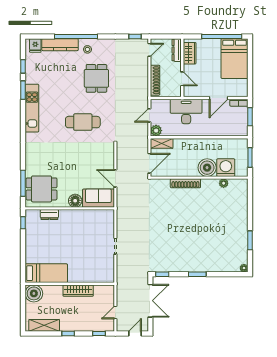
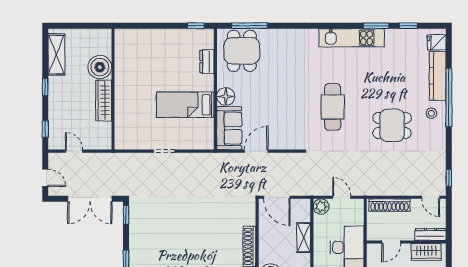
shelving: (162, 143) -> (304, 238), moved
bed: (46, 273) -> (185, 105), moved, turned 90
boiler: (34, 293) -> (100, 67), moved

